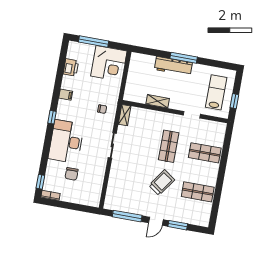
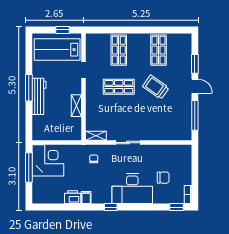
window: (94, 42) -> (29, 167), moved
printer: (71, 67) -> (73, 197), moved
lab bench: (216, 92) -> (57, 50), width x1.36, depth x1.39

